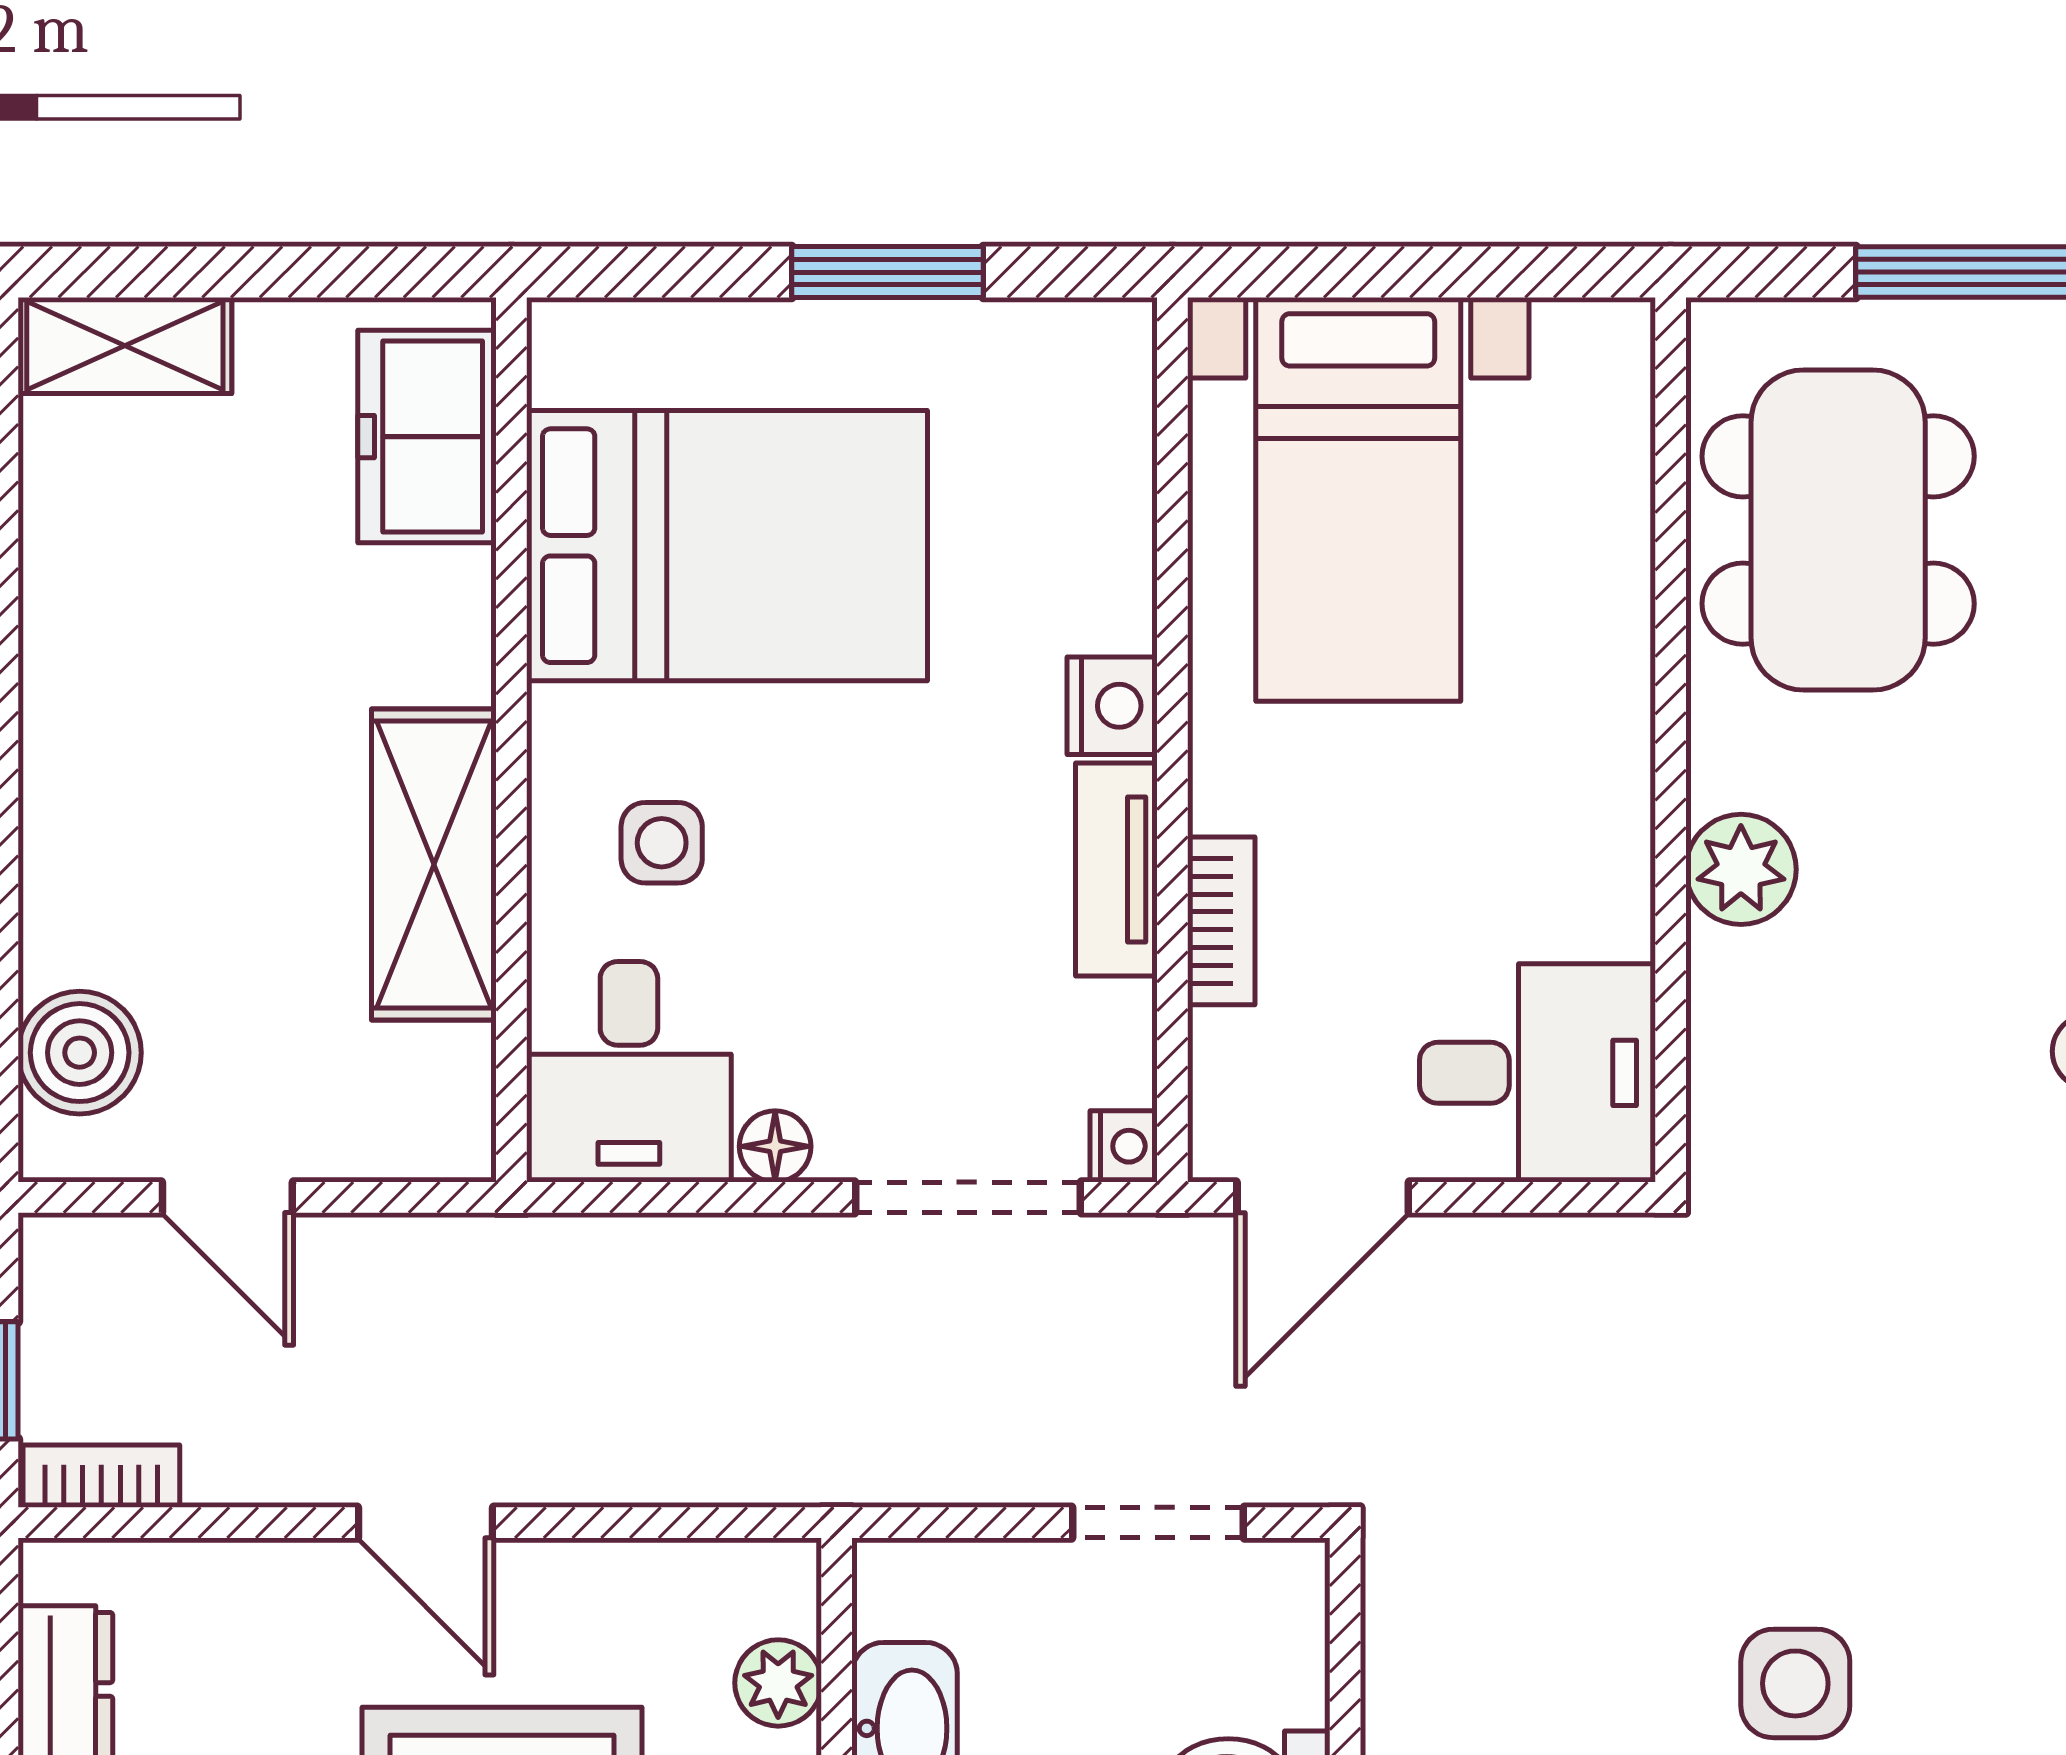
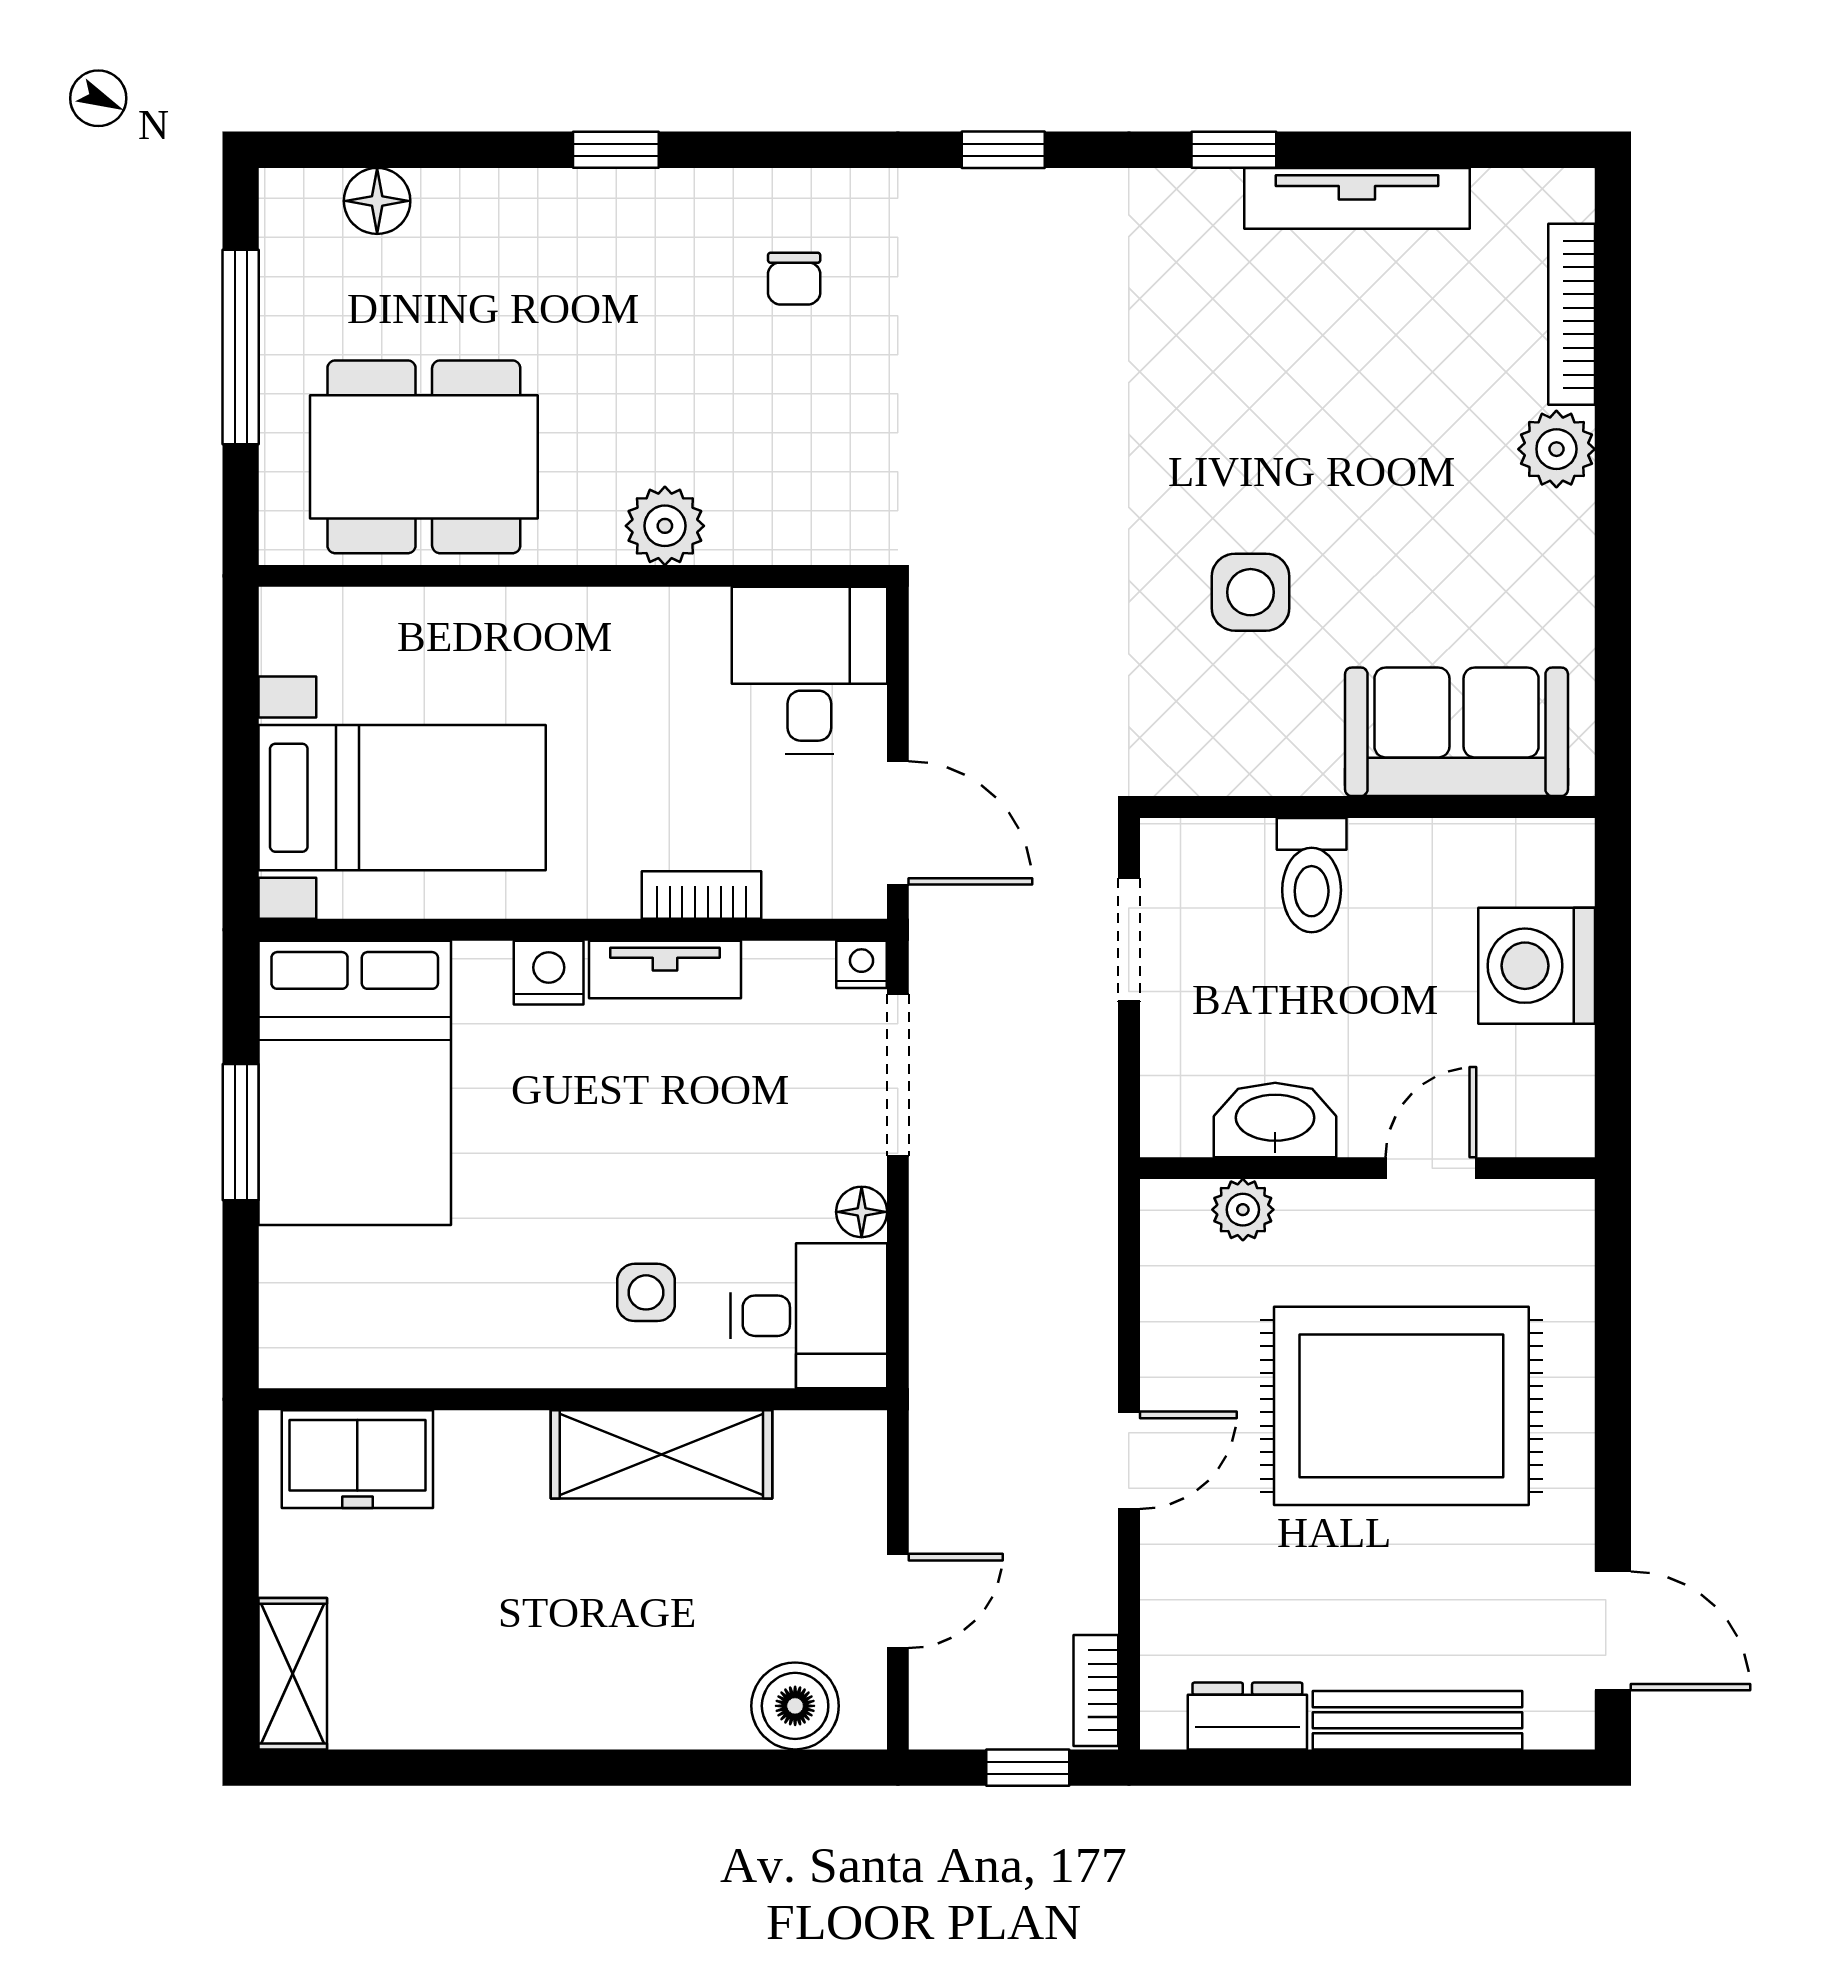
bed: (727, 546) -> (355, 1083), moved, turned 180
side table: (1795, 1683) -> (1251, 592), moved

